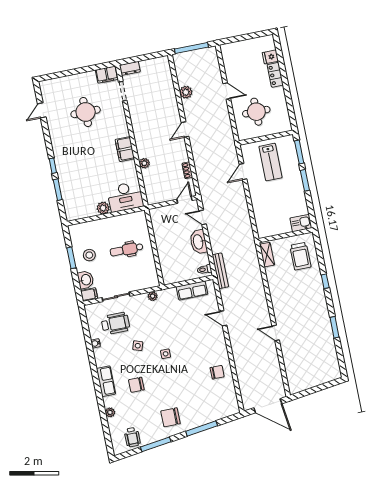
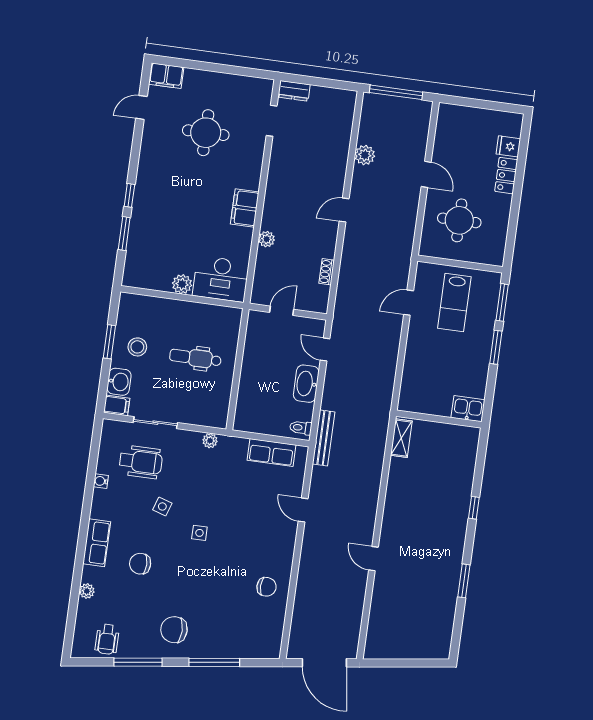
filing cabinet: (107, 75) -> (166, 76), moved
door: (185, 200) -> (282, 311), moved
trolley: (300, 256) -> (450, 458), removed

